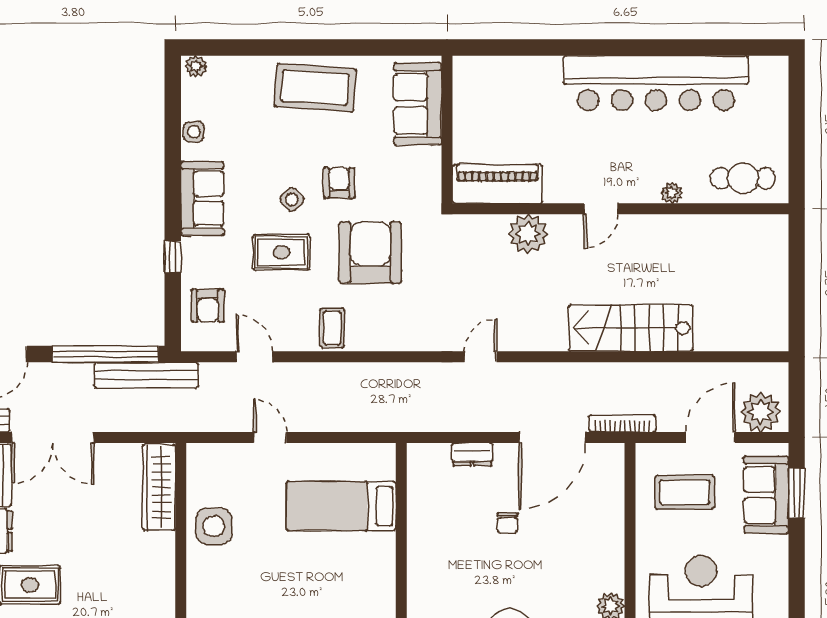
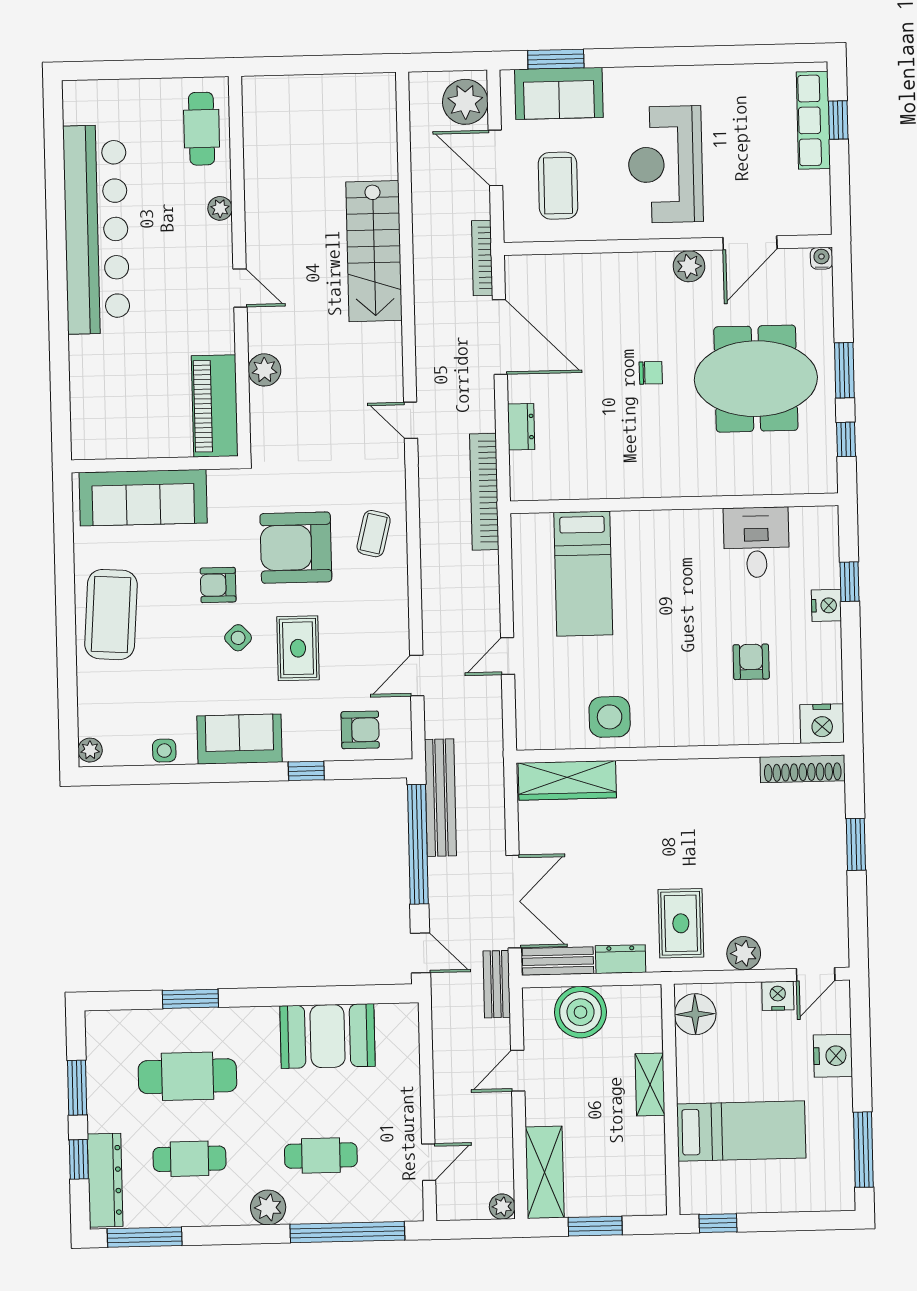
sofa: (418, 104) -> (143, 498), width x1.36
plant: (528, 234) -> (264, 370), width x0.73, depth x0.73
coffee table: (332, 328) -> (374, 534), moved, turned -76
bookcase: (416, 420) -> (484, 492), added
chair: (507, 523) -> (651, 373), moved

